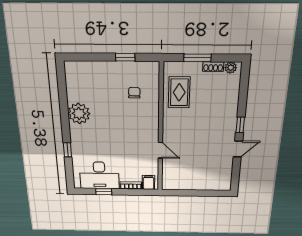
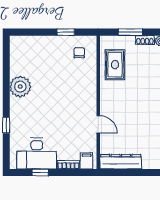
chair: (134, 93) -> (79, 53), moved
dresser: (182, 184) -> (121, 162), added

